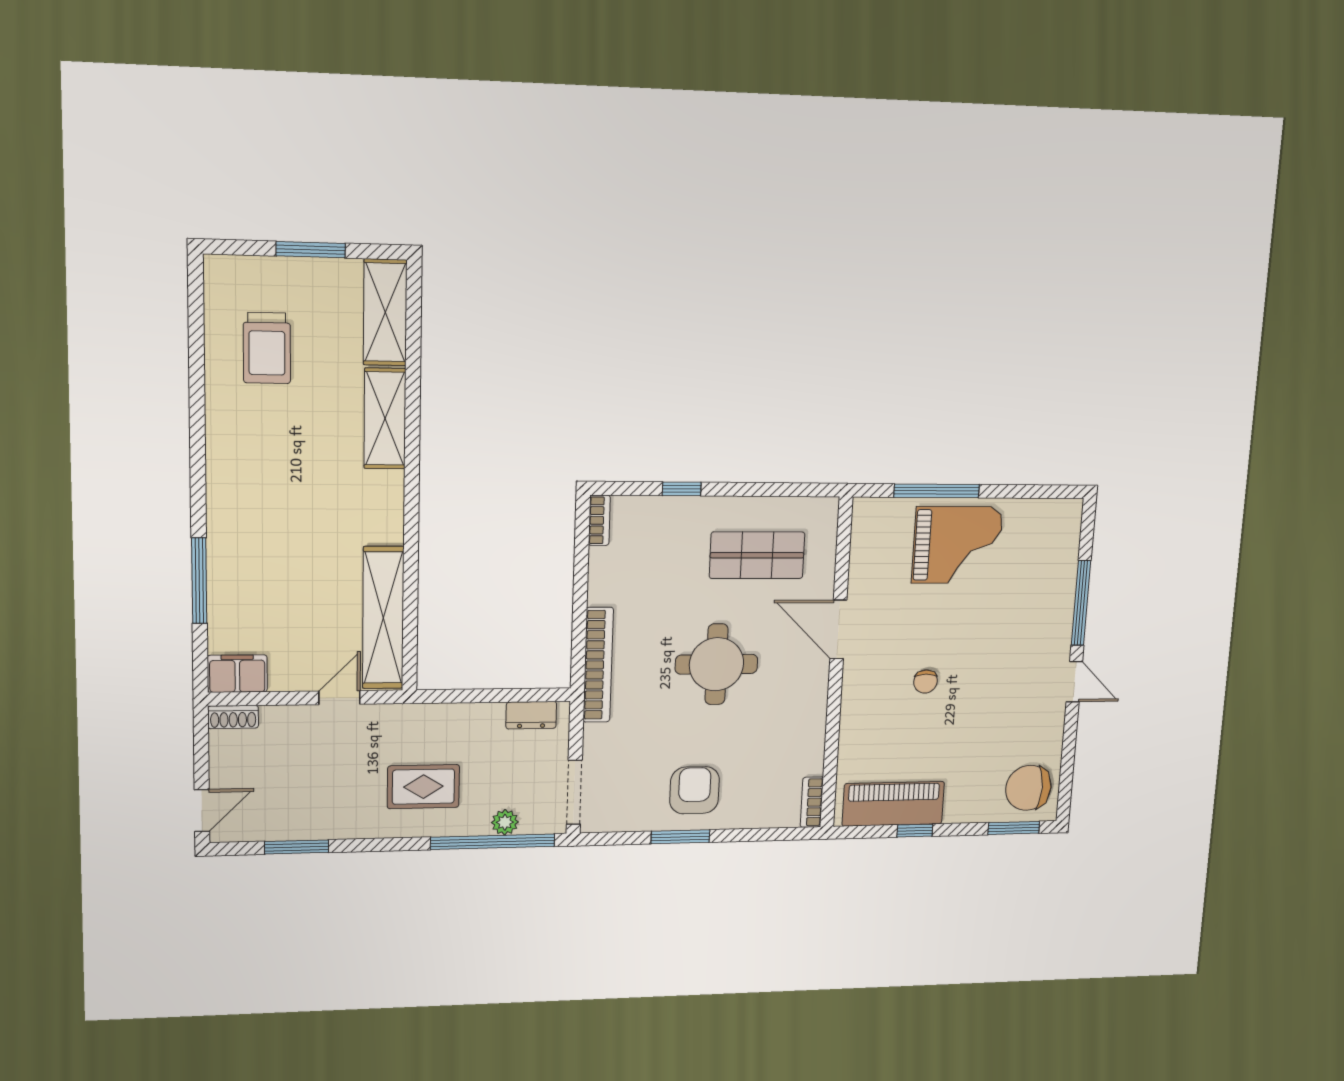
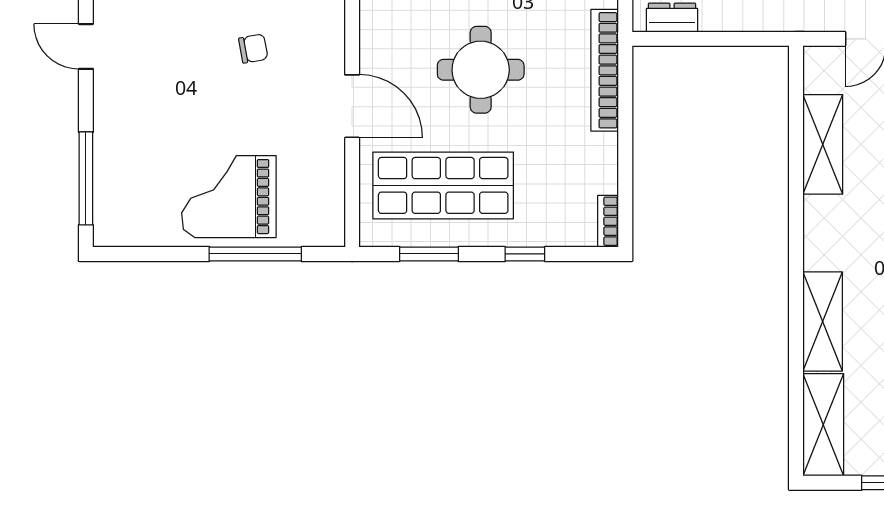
window: (774, 490) -> (429, 254), added
shop shelf: (757, 555) -> (443, 185), width x1.43, depth x1.36
window: (1081, 603) -> (86, 178), moved
shelving: (383, 618) -> (823, 144), width x0.68
chair: (926, 682) -> (253, 49), turned 80

